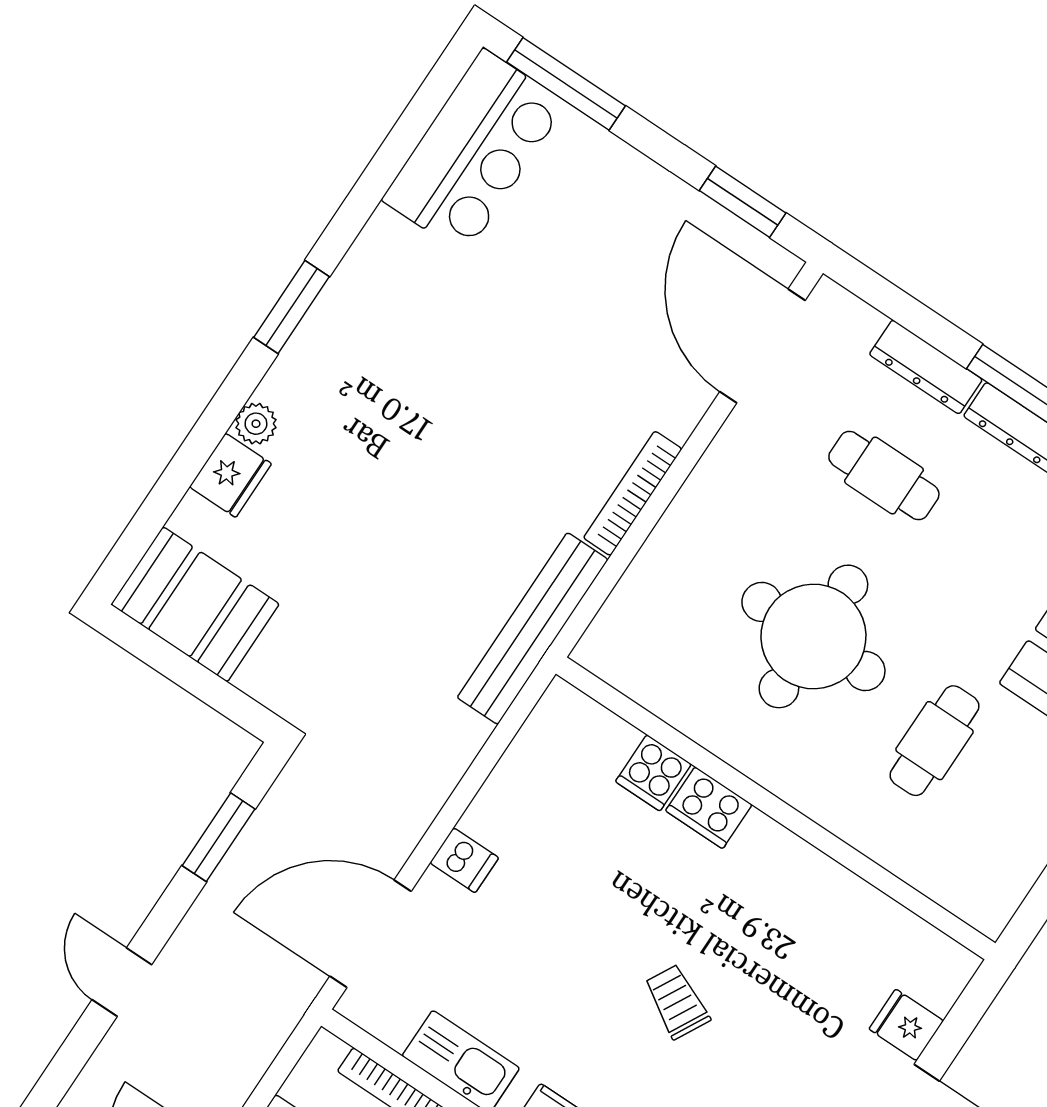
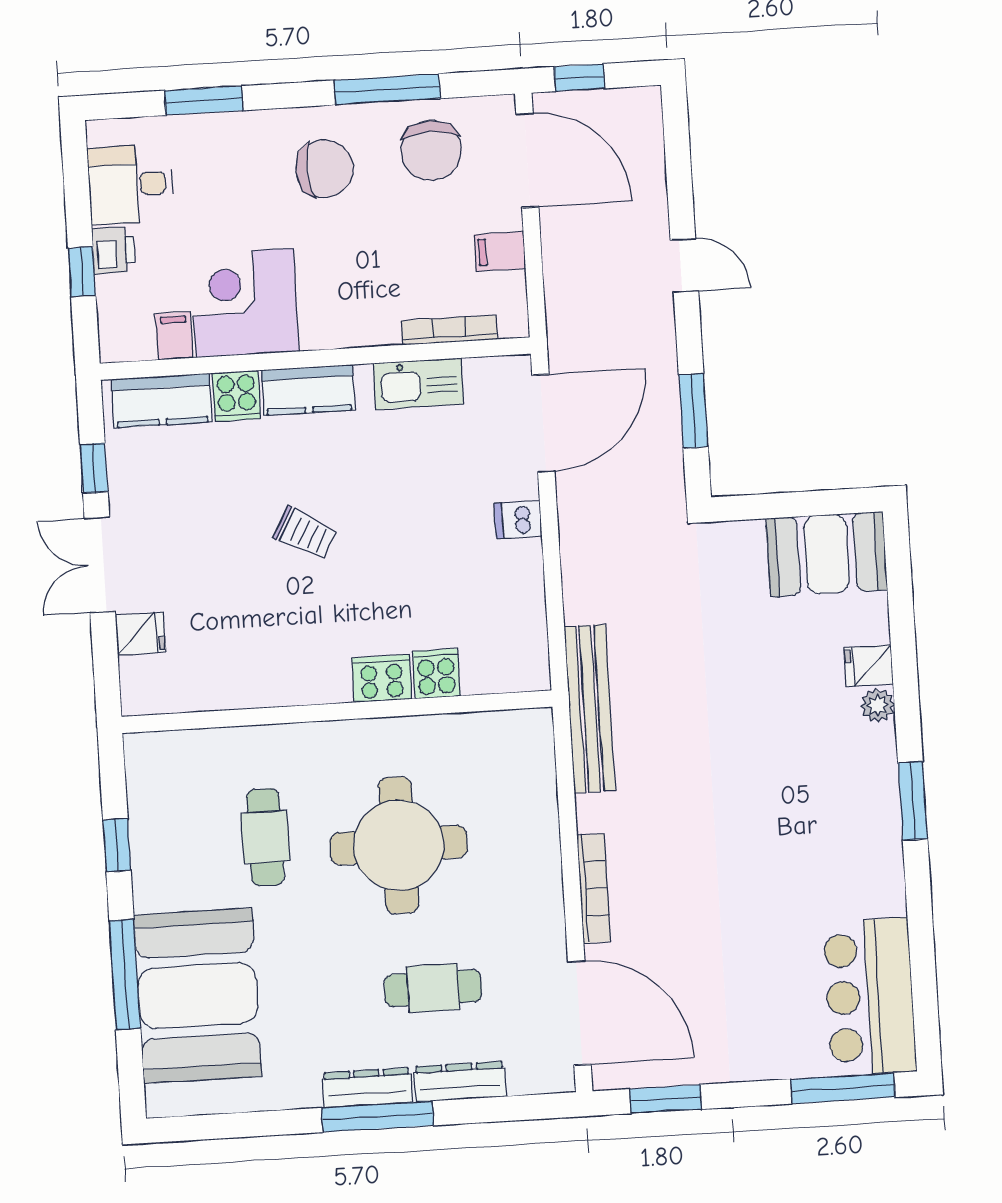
fridge: (231, 475) -> (869, 666), width x0.72
bookcase: (633, 493) -> (594, 888), moved

